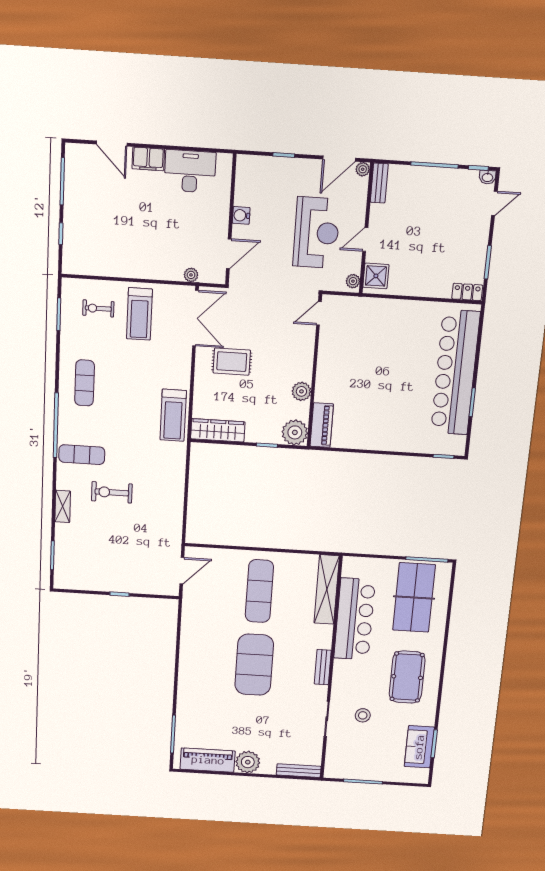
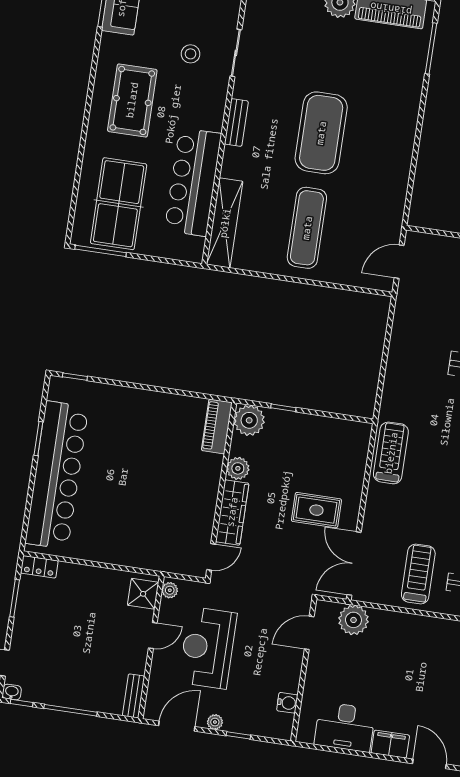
plant: (363, 169) -> (215, 722), moved
water cooler: (241, 215) -> (287, 703), moved
plant: (191, 275) -> (353, 620), width x1.87, depth x1.87
wardrobe: (218, 430) -> (232, 512), moved, turned -90

